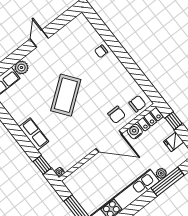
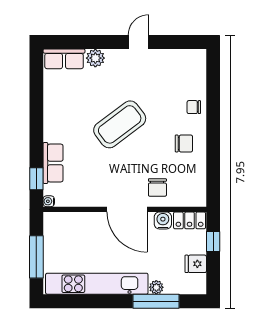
chair: (137, 104) -> (184, 143), moved
row of seats: (34, 134) -> (53, 163), moved

